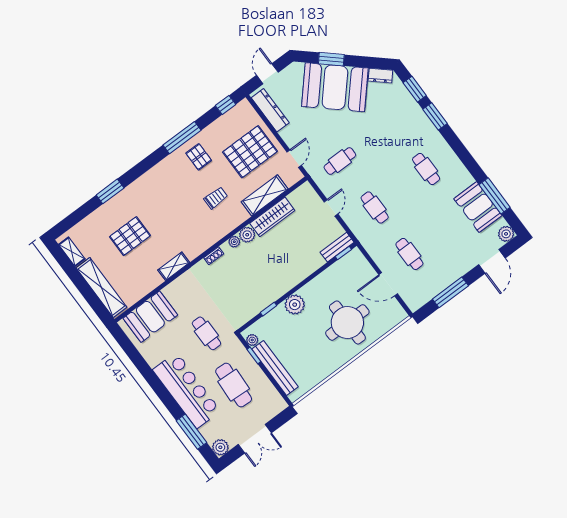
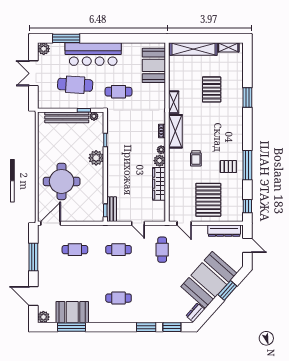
shelving: (265, 195) -> (175, 131), moved
door: (388, 284) -> (51, 223), moved

